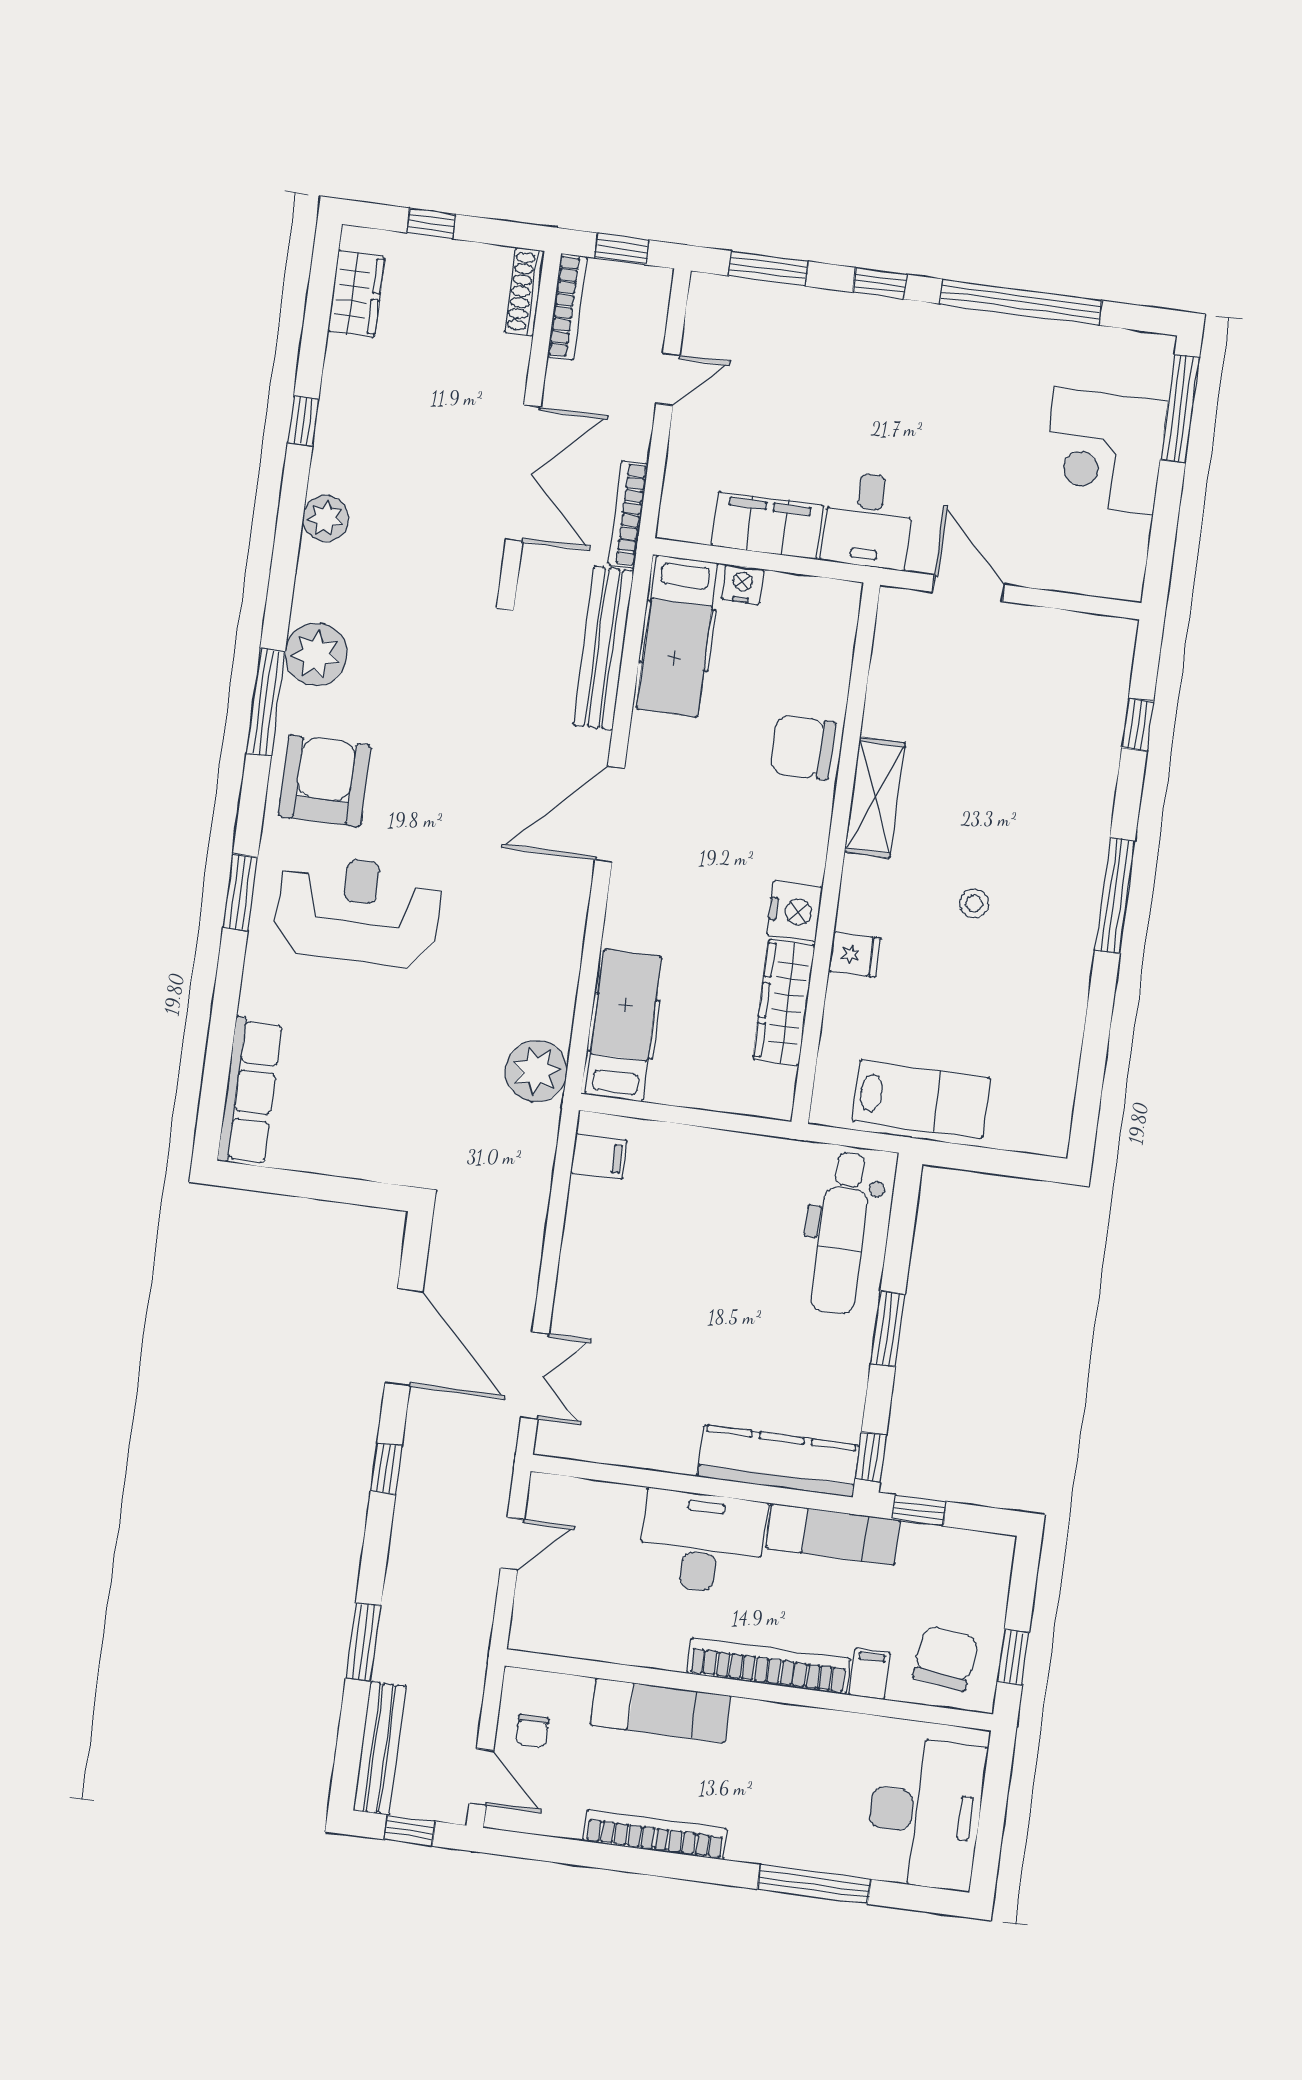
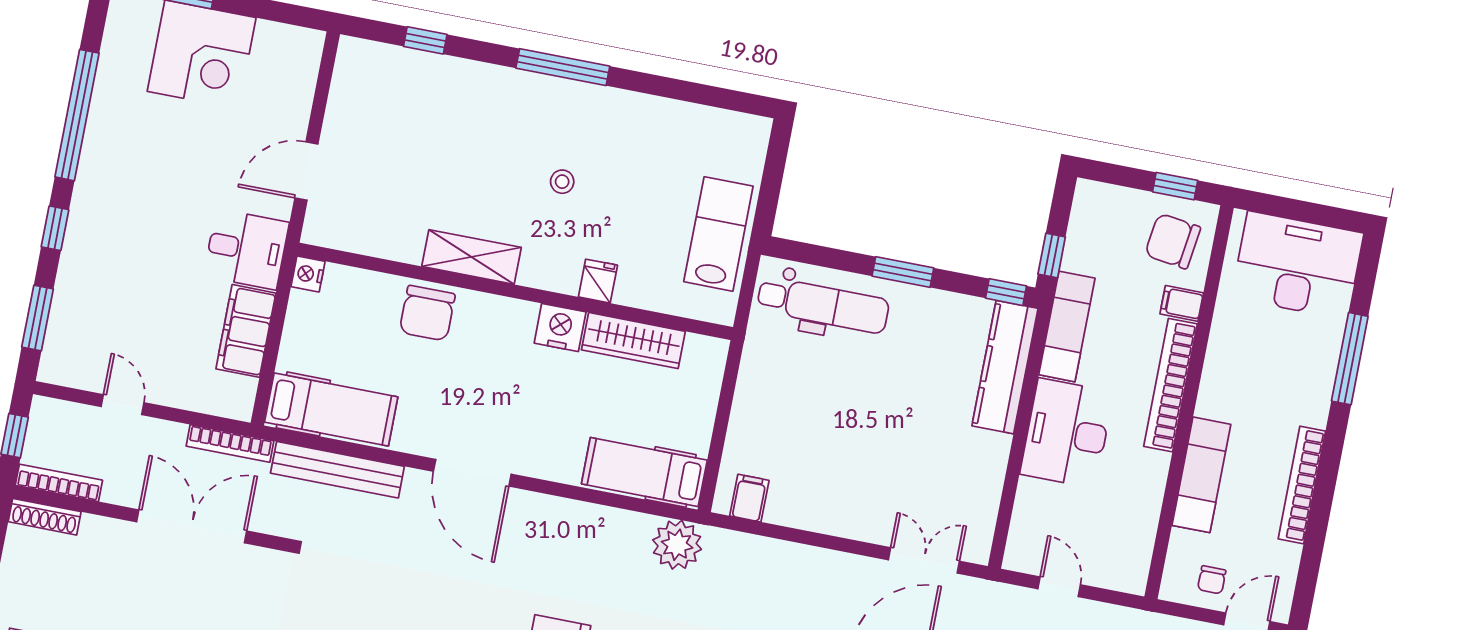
nightstand: (742, 584) -> (308, 274), moved
chair: (532, 1731) -> (1212, 580), turned 90

